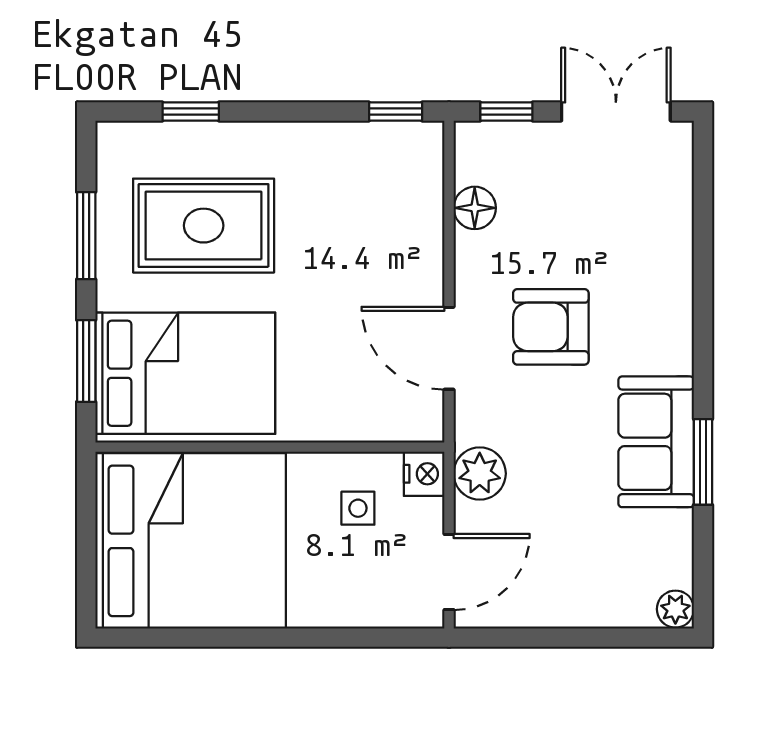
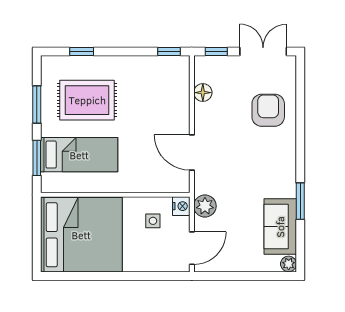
armchair: (551, 327) -> (268, 110), moved, turned 90
bed: (185, 373) -> (79, 155), width x0.67
sofa: (656, 442) -> (280, 227), moved

